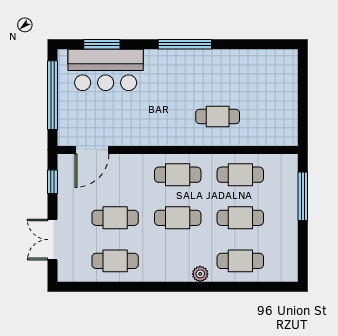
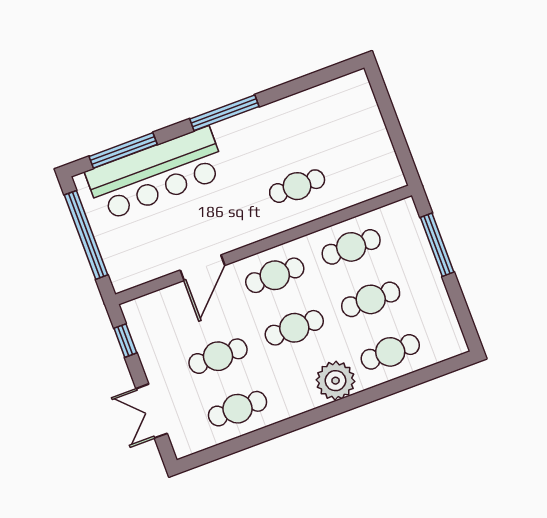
window: (102, 44) -> (123, 150), width x1.44
bar counter: (106, 70) -> (156, 174), width x1.36
door: (92, 150) -> (202, 268), moved
plant: (200, 274) -> (336, 381), width x1.87, depth x1.87

